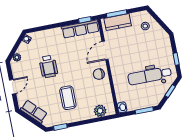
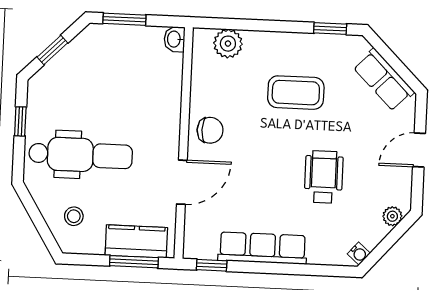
row of seats: (80, 29) -> (263, 248), moved
dental chair: (150, 76) -> (81, 155), moved
coffee table: (68, 98) -> (296, 93), turned 90

